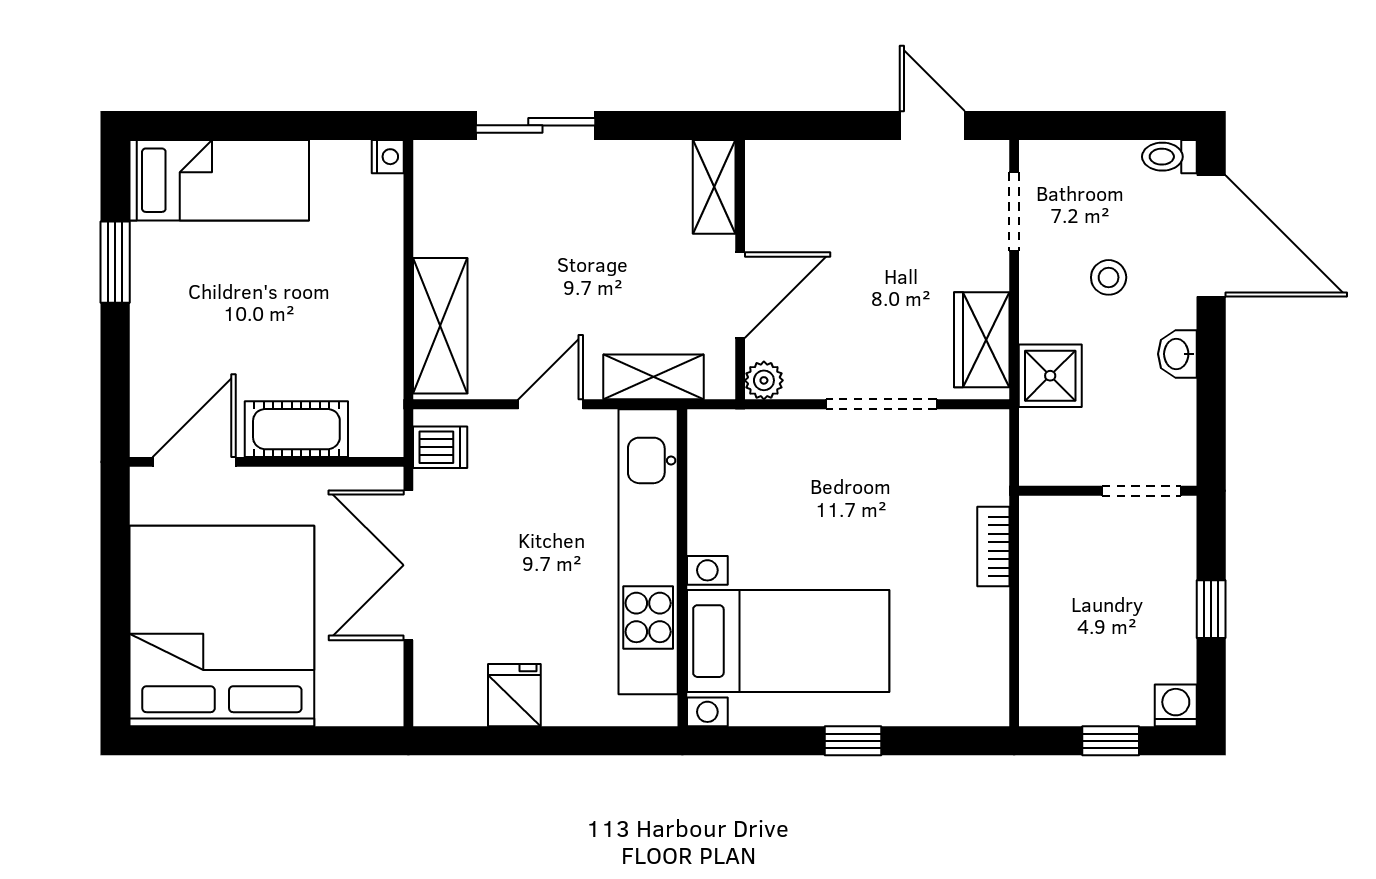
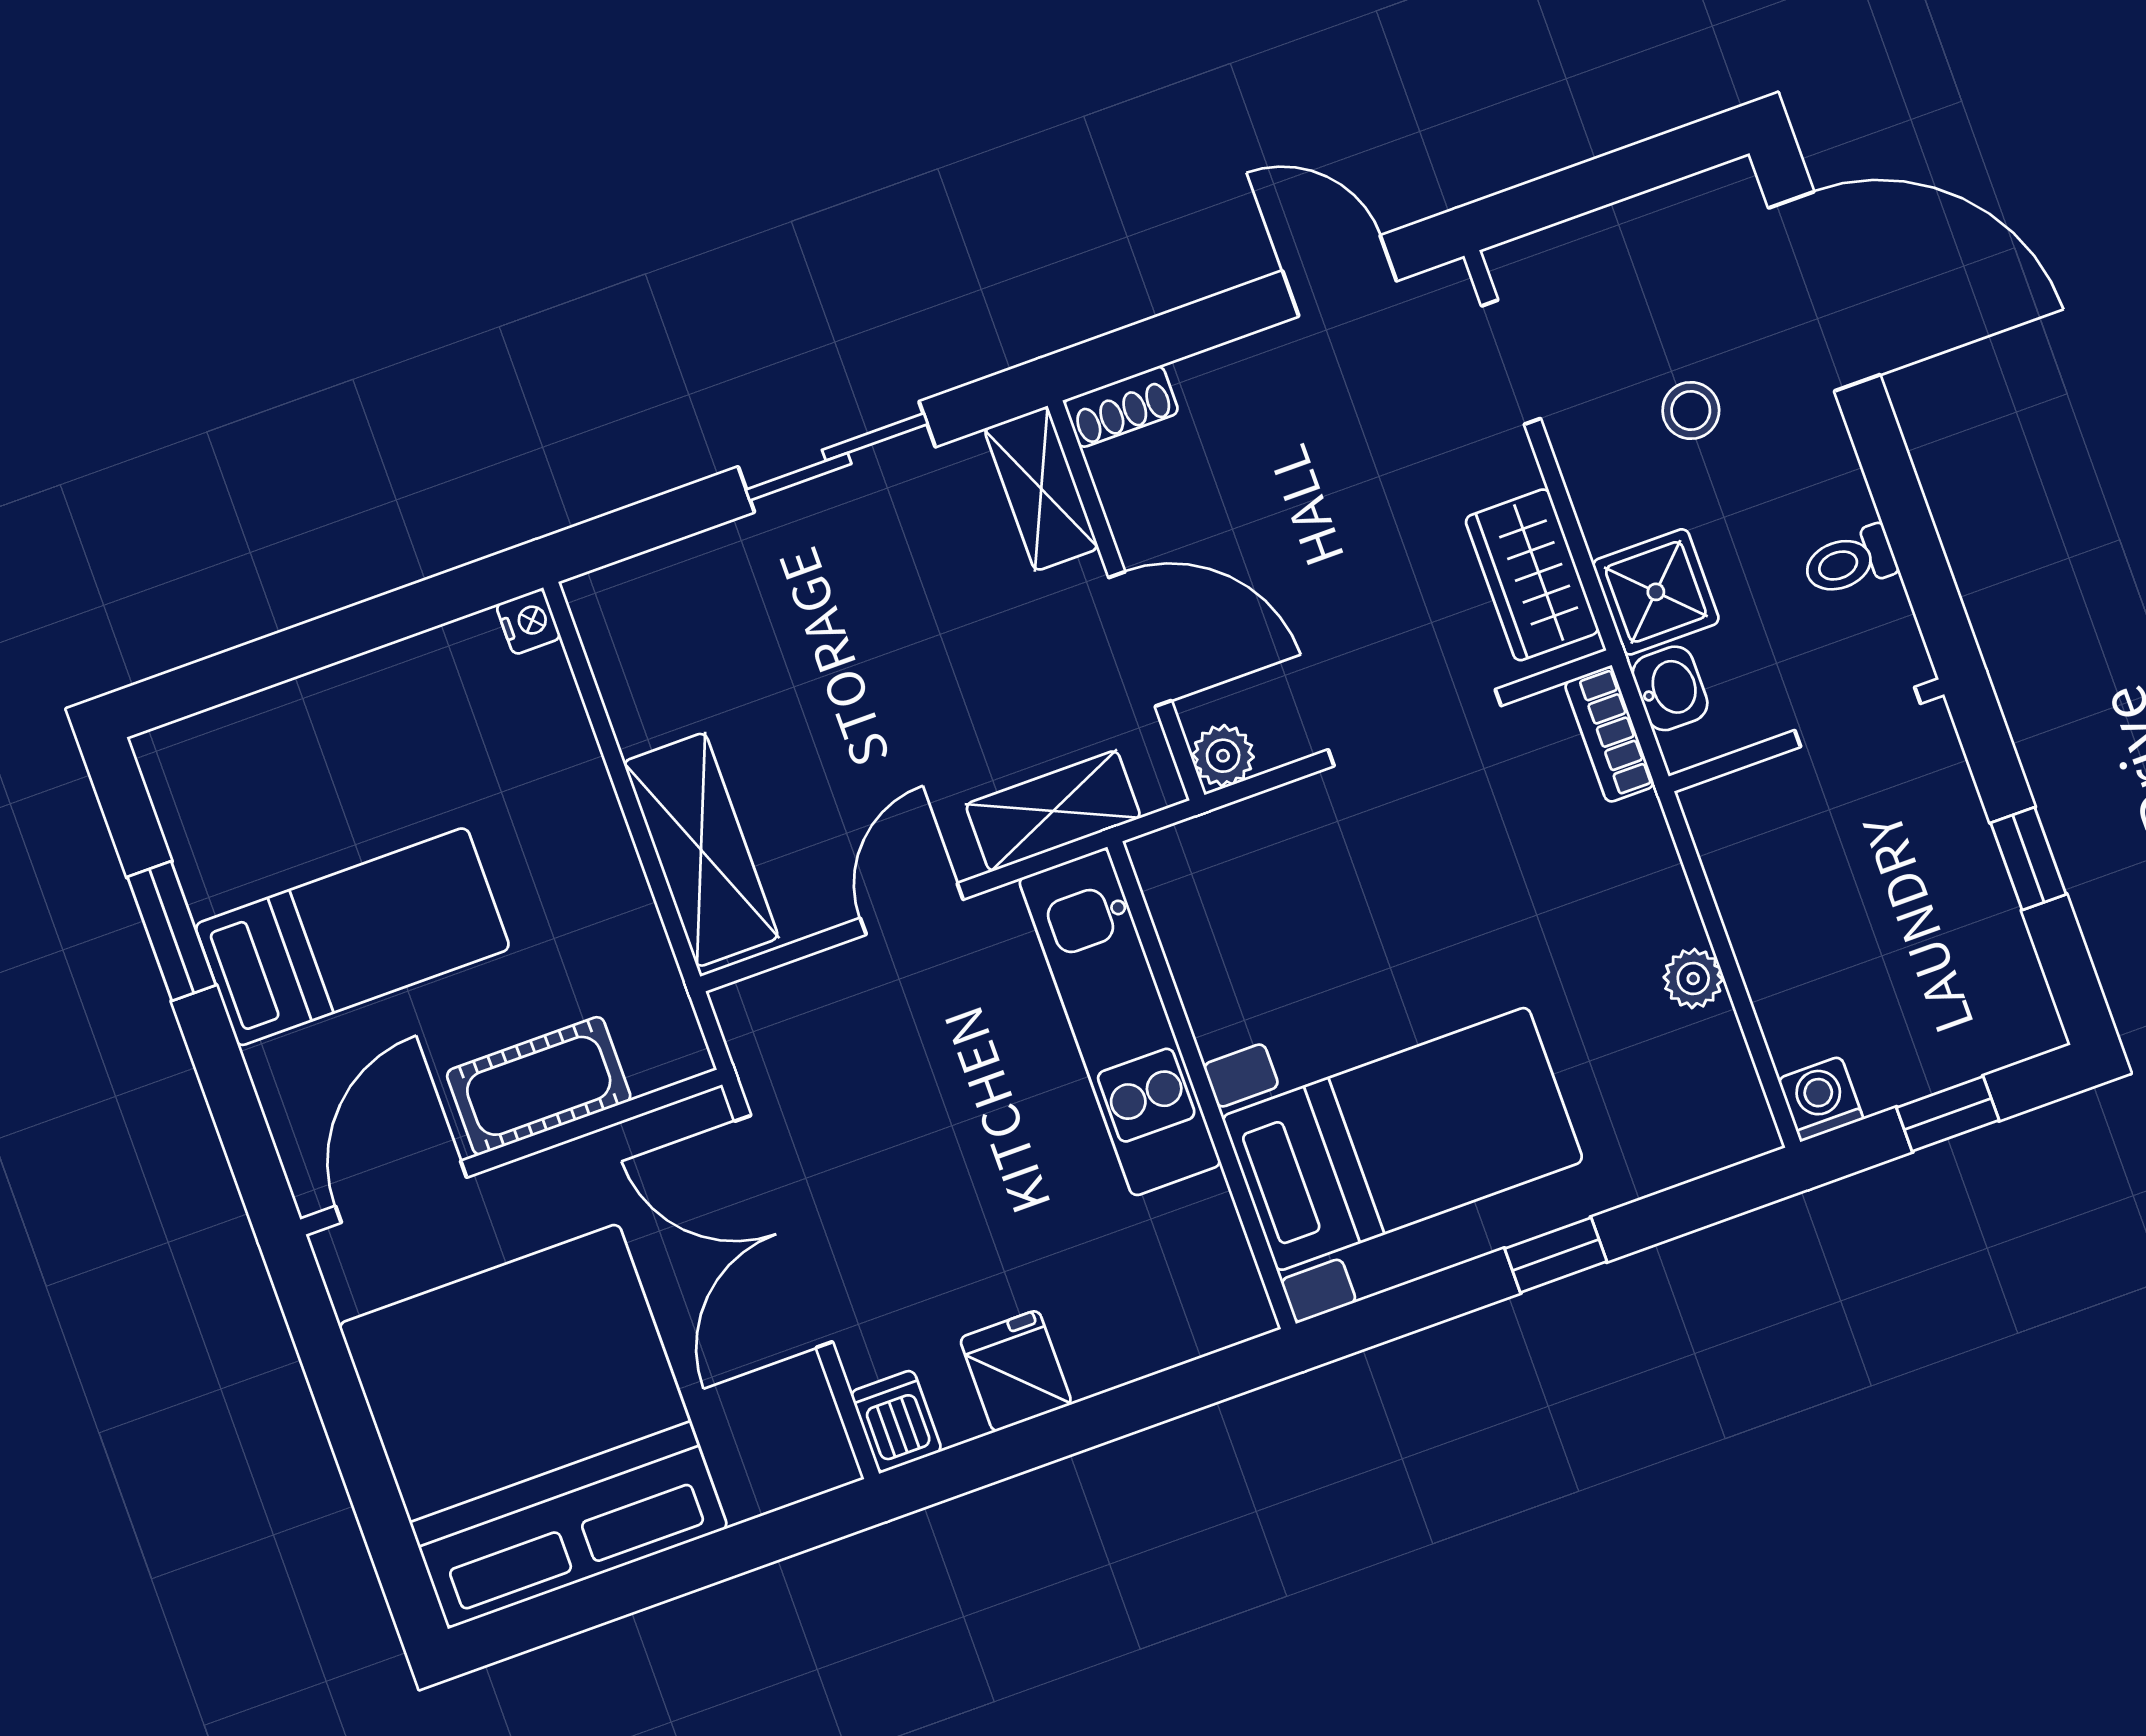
sliding door: (535, 125) -> (837, 457), moved
shoe rack: (778, 156) -> (1121, 407), added
toilet: (1169, 157) -> (1850, 561), moved
bed: (219, 180) -> (352, 937), moved
door: (740, 295) -> (1140, 639), hinge flipped
washbasin: (1177, 354) -> (1670, 688), moved, turned 180
dishwasher: (440, 447) -> (896, 1421), moved, turned -90
bookcase: (993, 547) -> (1609, 734), moved
kitchen unit: (648, 552) -> (1120, 1022), width x0.73
plant: (991, 609) -> (1693, 979), added
washing machine: (1176, 705) -> (1821, 1099), moved

